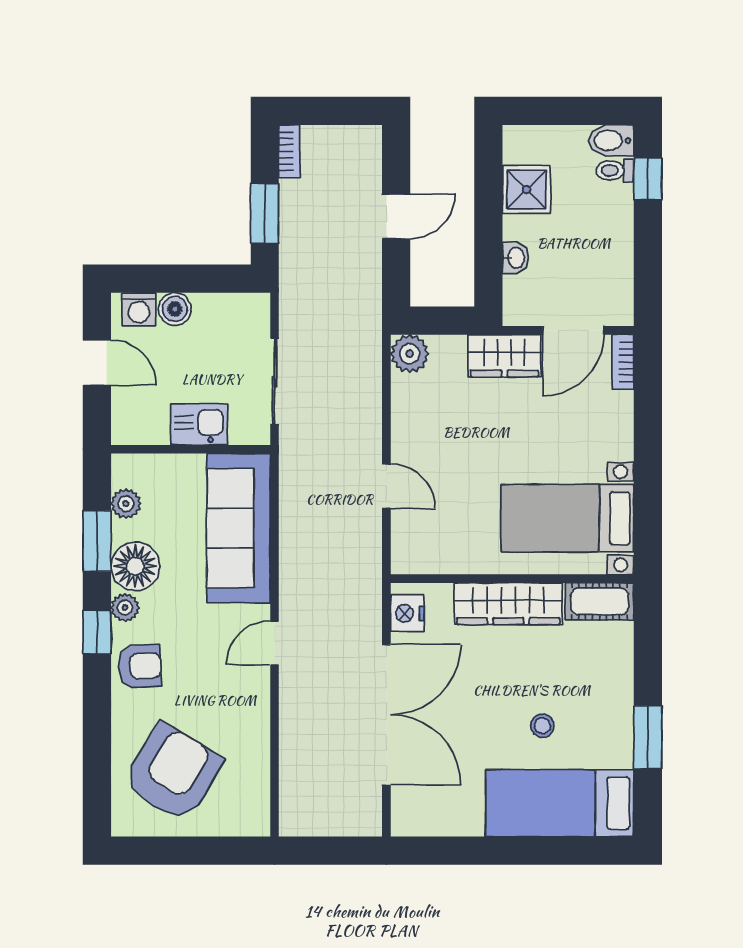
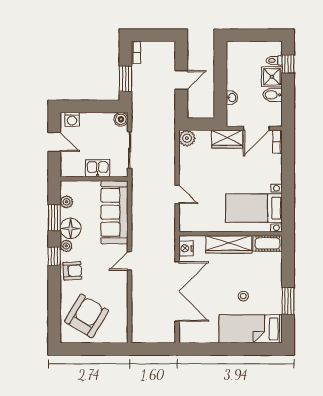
bidet: (611, 141) -> (273, 95), moved
shower: (527, 189) -> (272, 77), moved
boiler: (175, 309) -> (121, 119), moved

